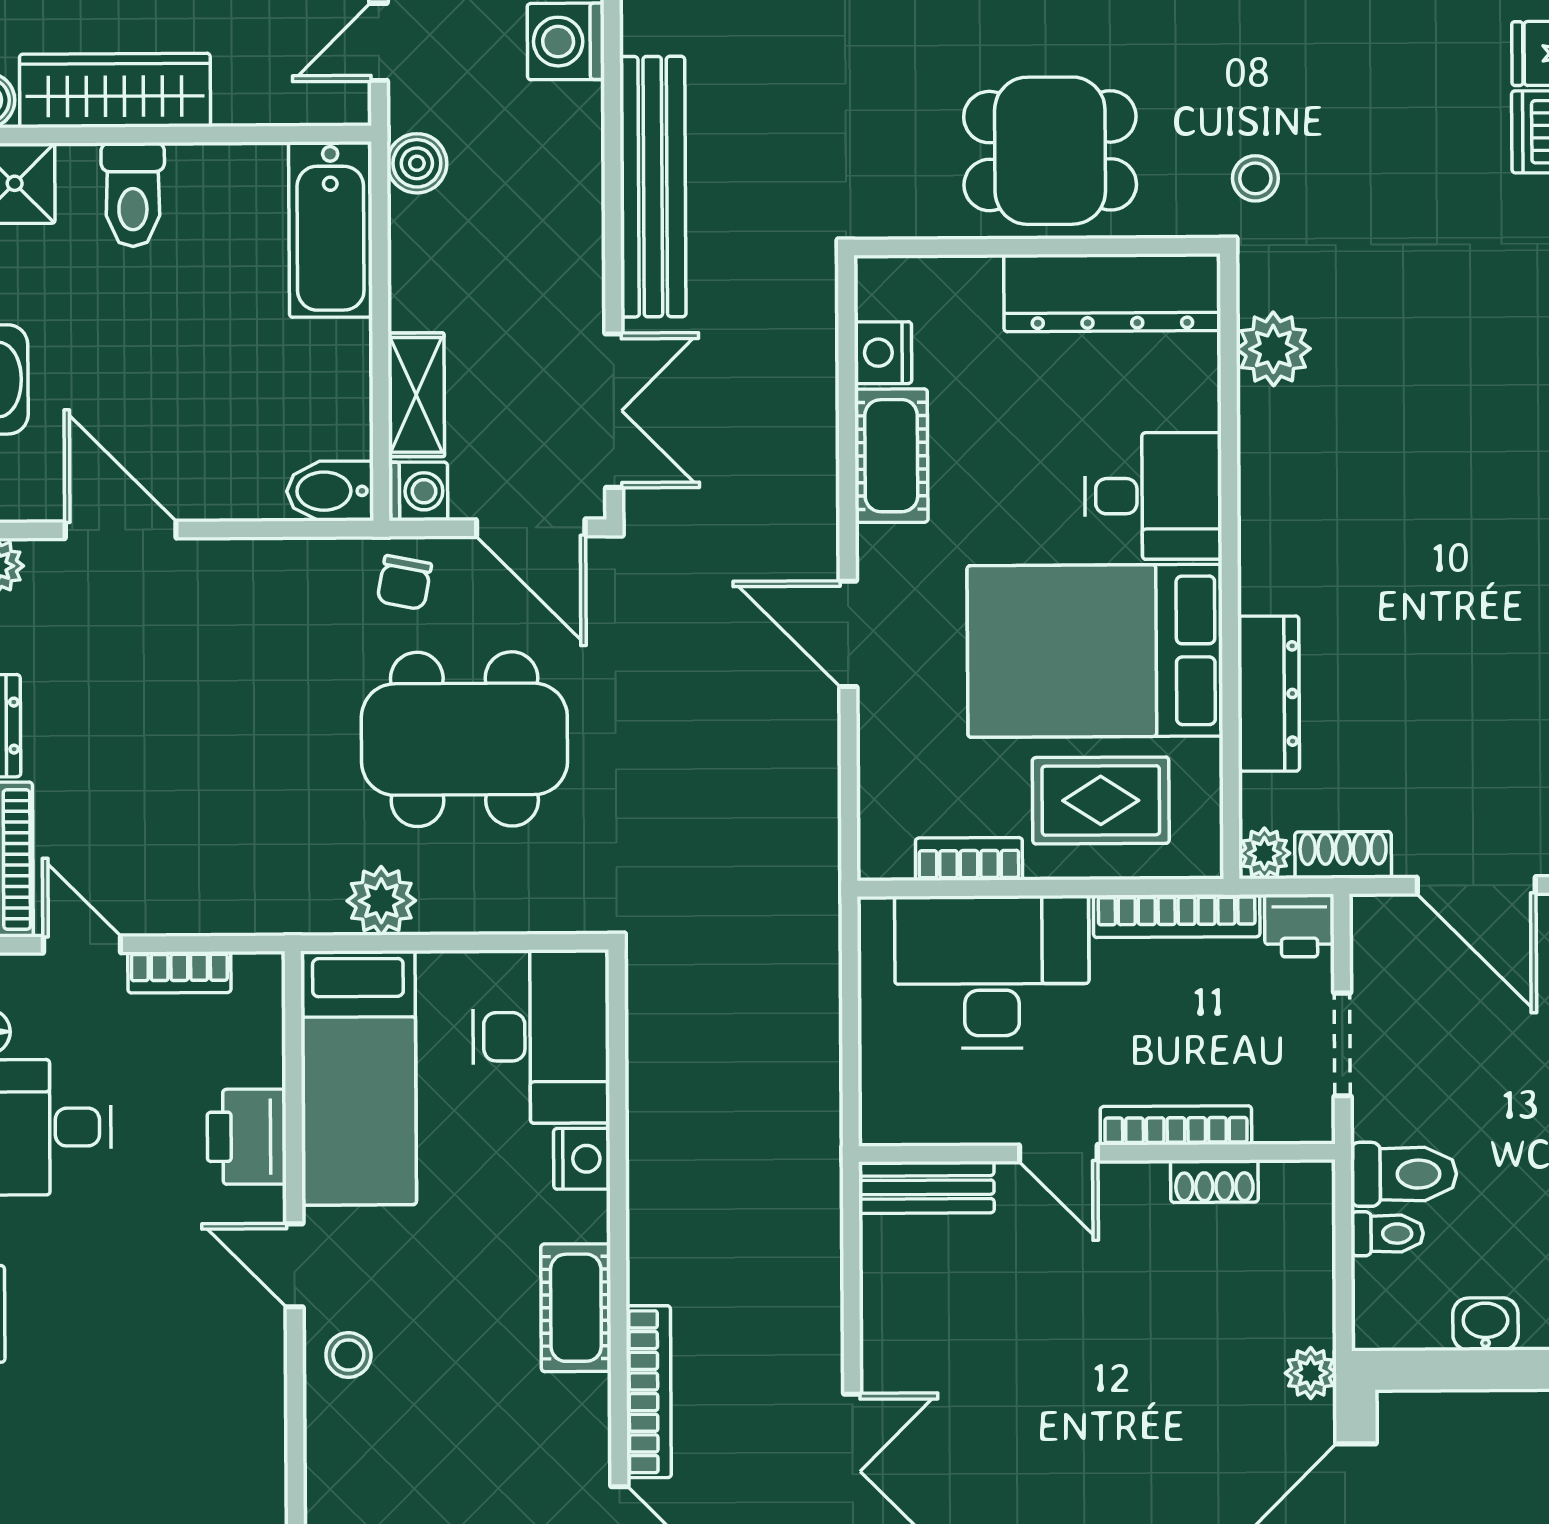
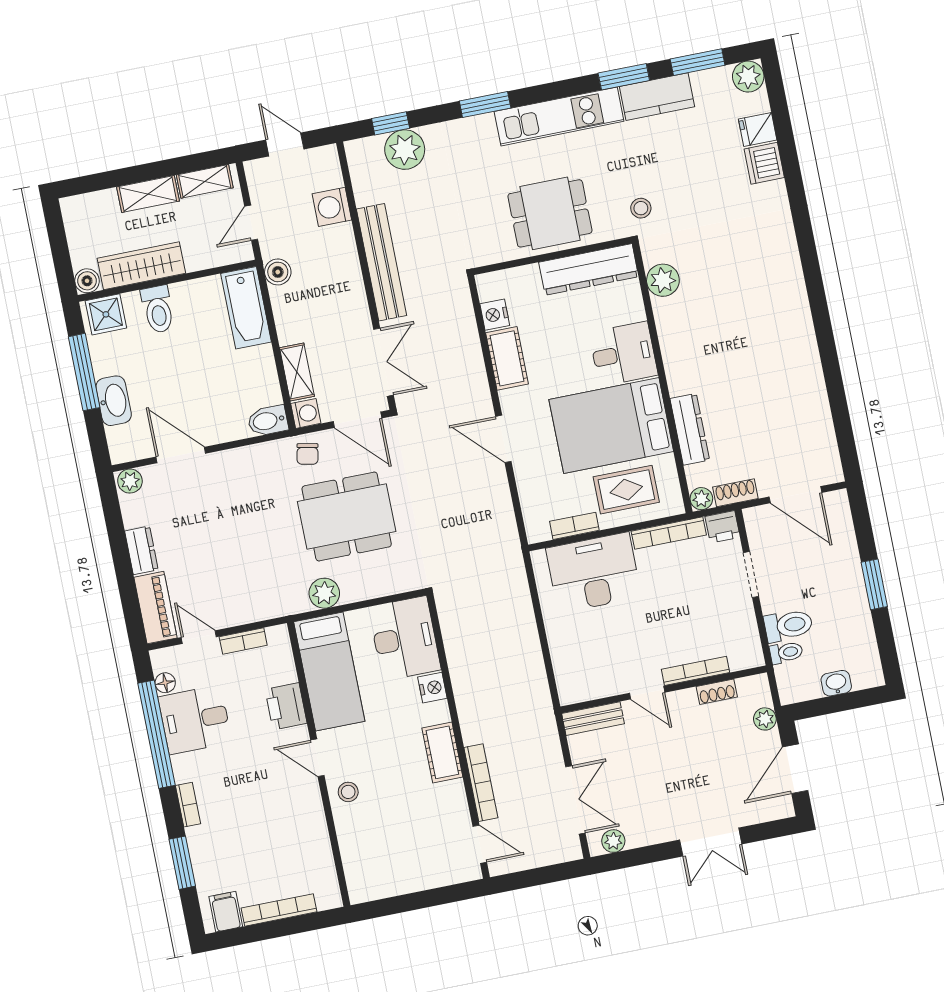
bookcase: (1176, 1125) -> (695, 671), moved
door: (1058, 1153) -> (647, 693), moved
wall: (1097, 1153) -> (664, 689), moved
shoe rack: (1214, 1181) -> (717, 692), moved
bench: (926, 1187) -> (593, 719), moved

